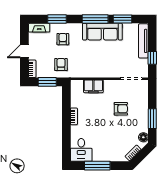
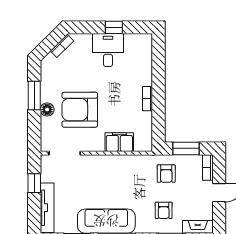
armchair: (121, 109) -> (80, 110), width x1.88, depth x1.88
floor lamp: (143, 137) -> (47, 109), moved
desk: (81, 150) -> (108, 50), moved
window: (97, 166) -> (114, 27), width x0.46

